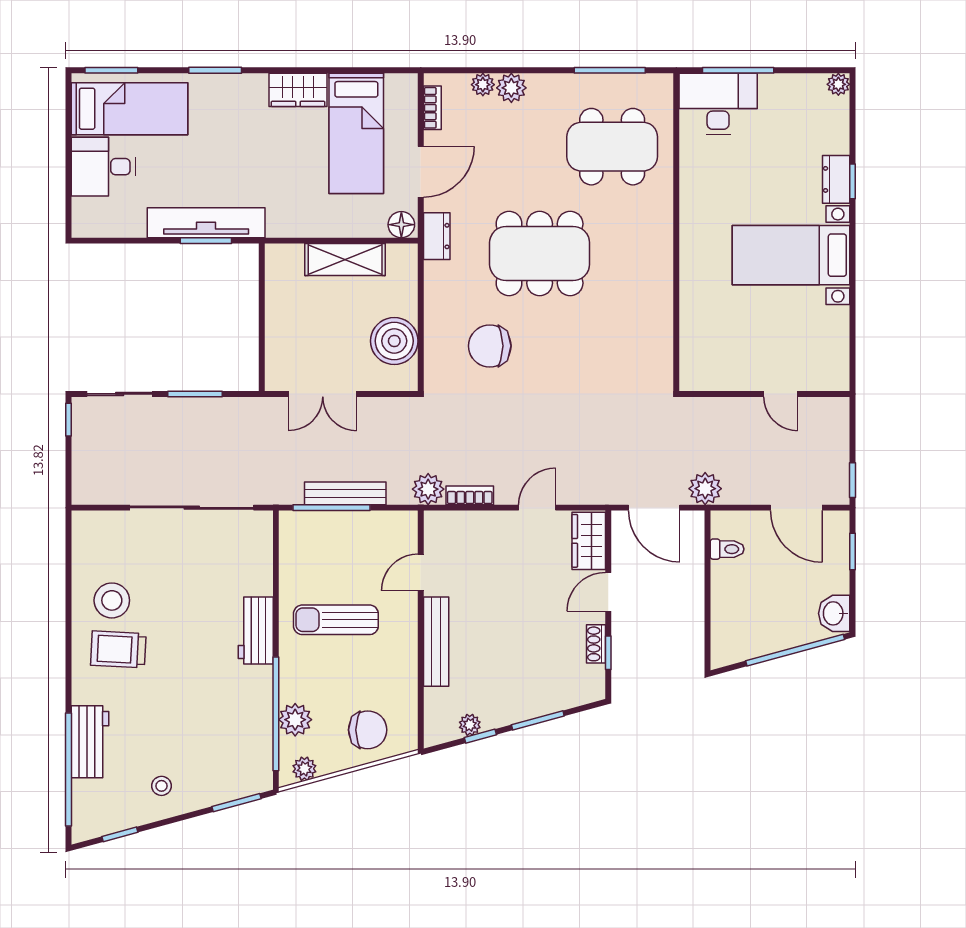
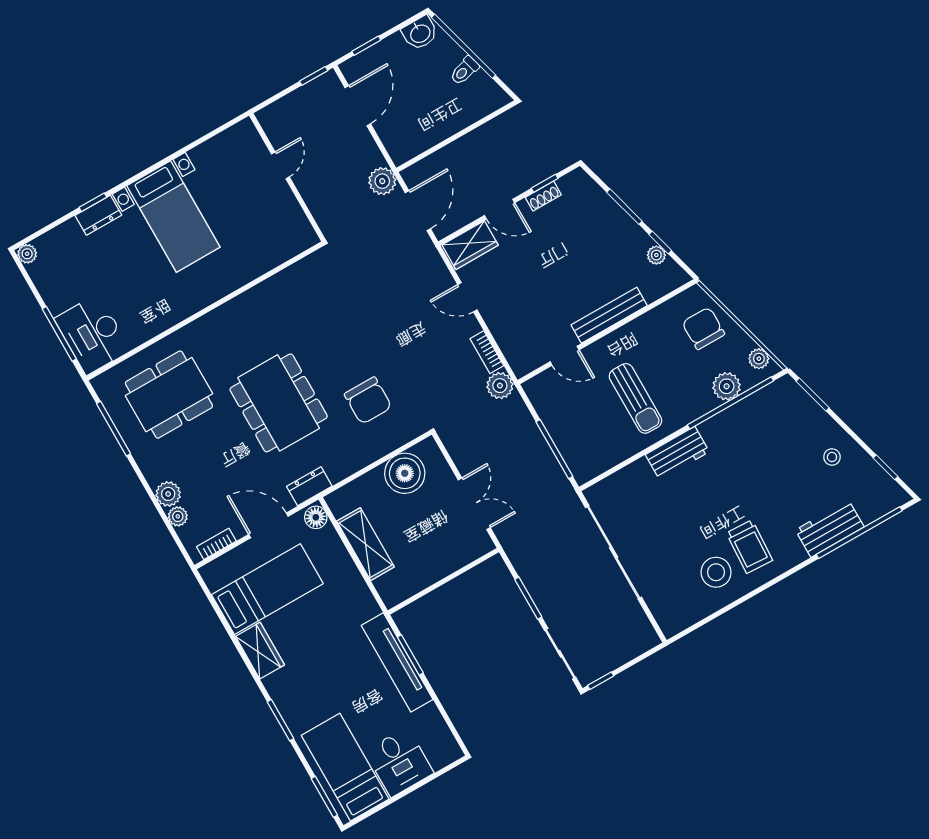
dining table: (612, 147) -> (169, 395), turned 90
bench: (345, 493) -> (538, 445), removed
toilet: (727, 549) -> (464, 71), moved, turned -105

